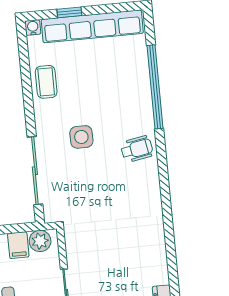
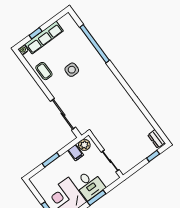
row of seats: (92, 26) -> (44, 37), width x0.73
side table: (81, 137) -> (72, 70), moved
wheelchair: (137, 149) -> (103, 77), removed

